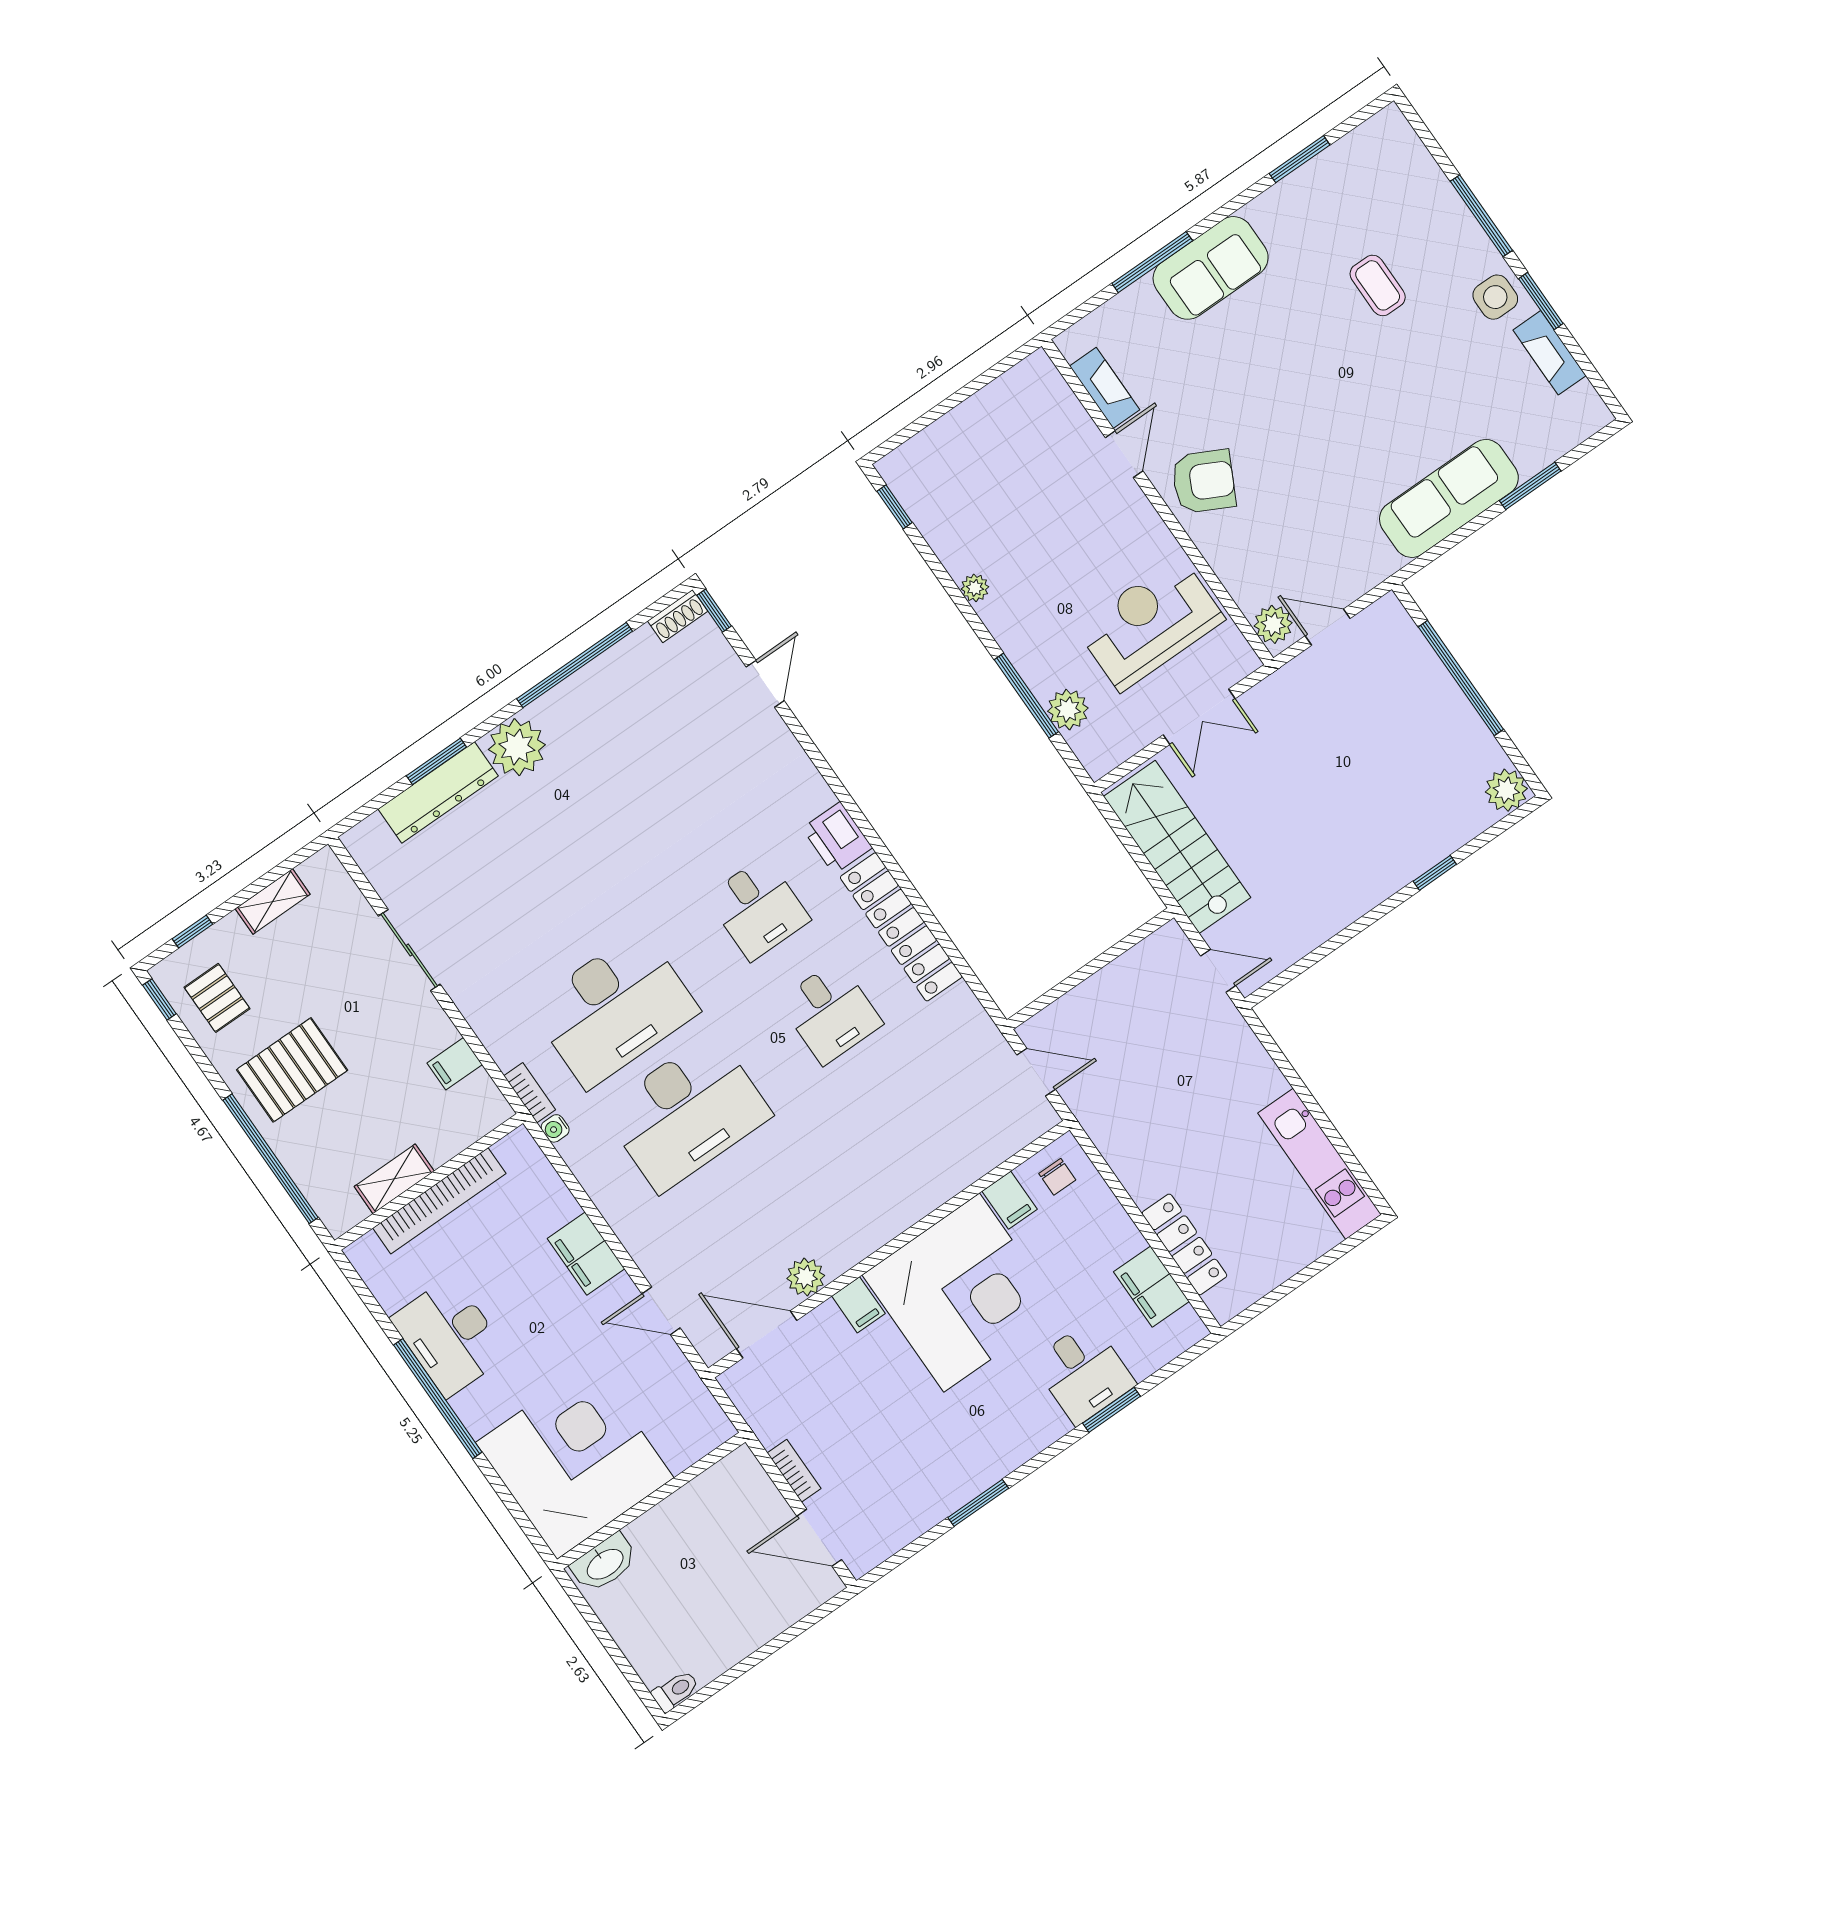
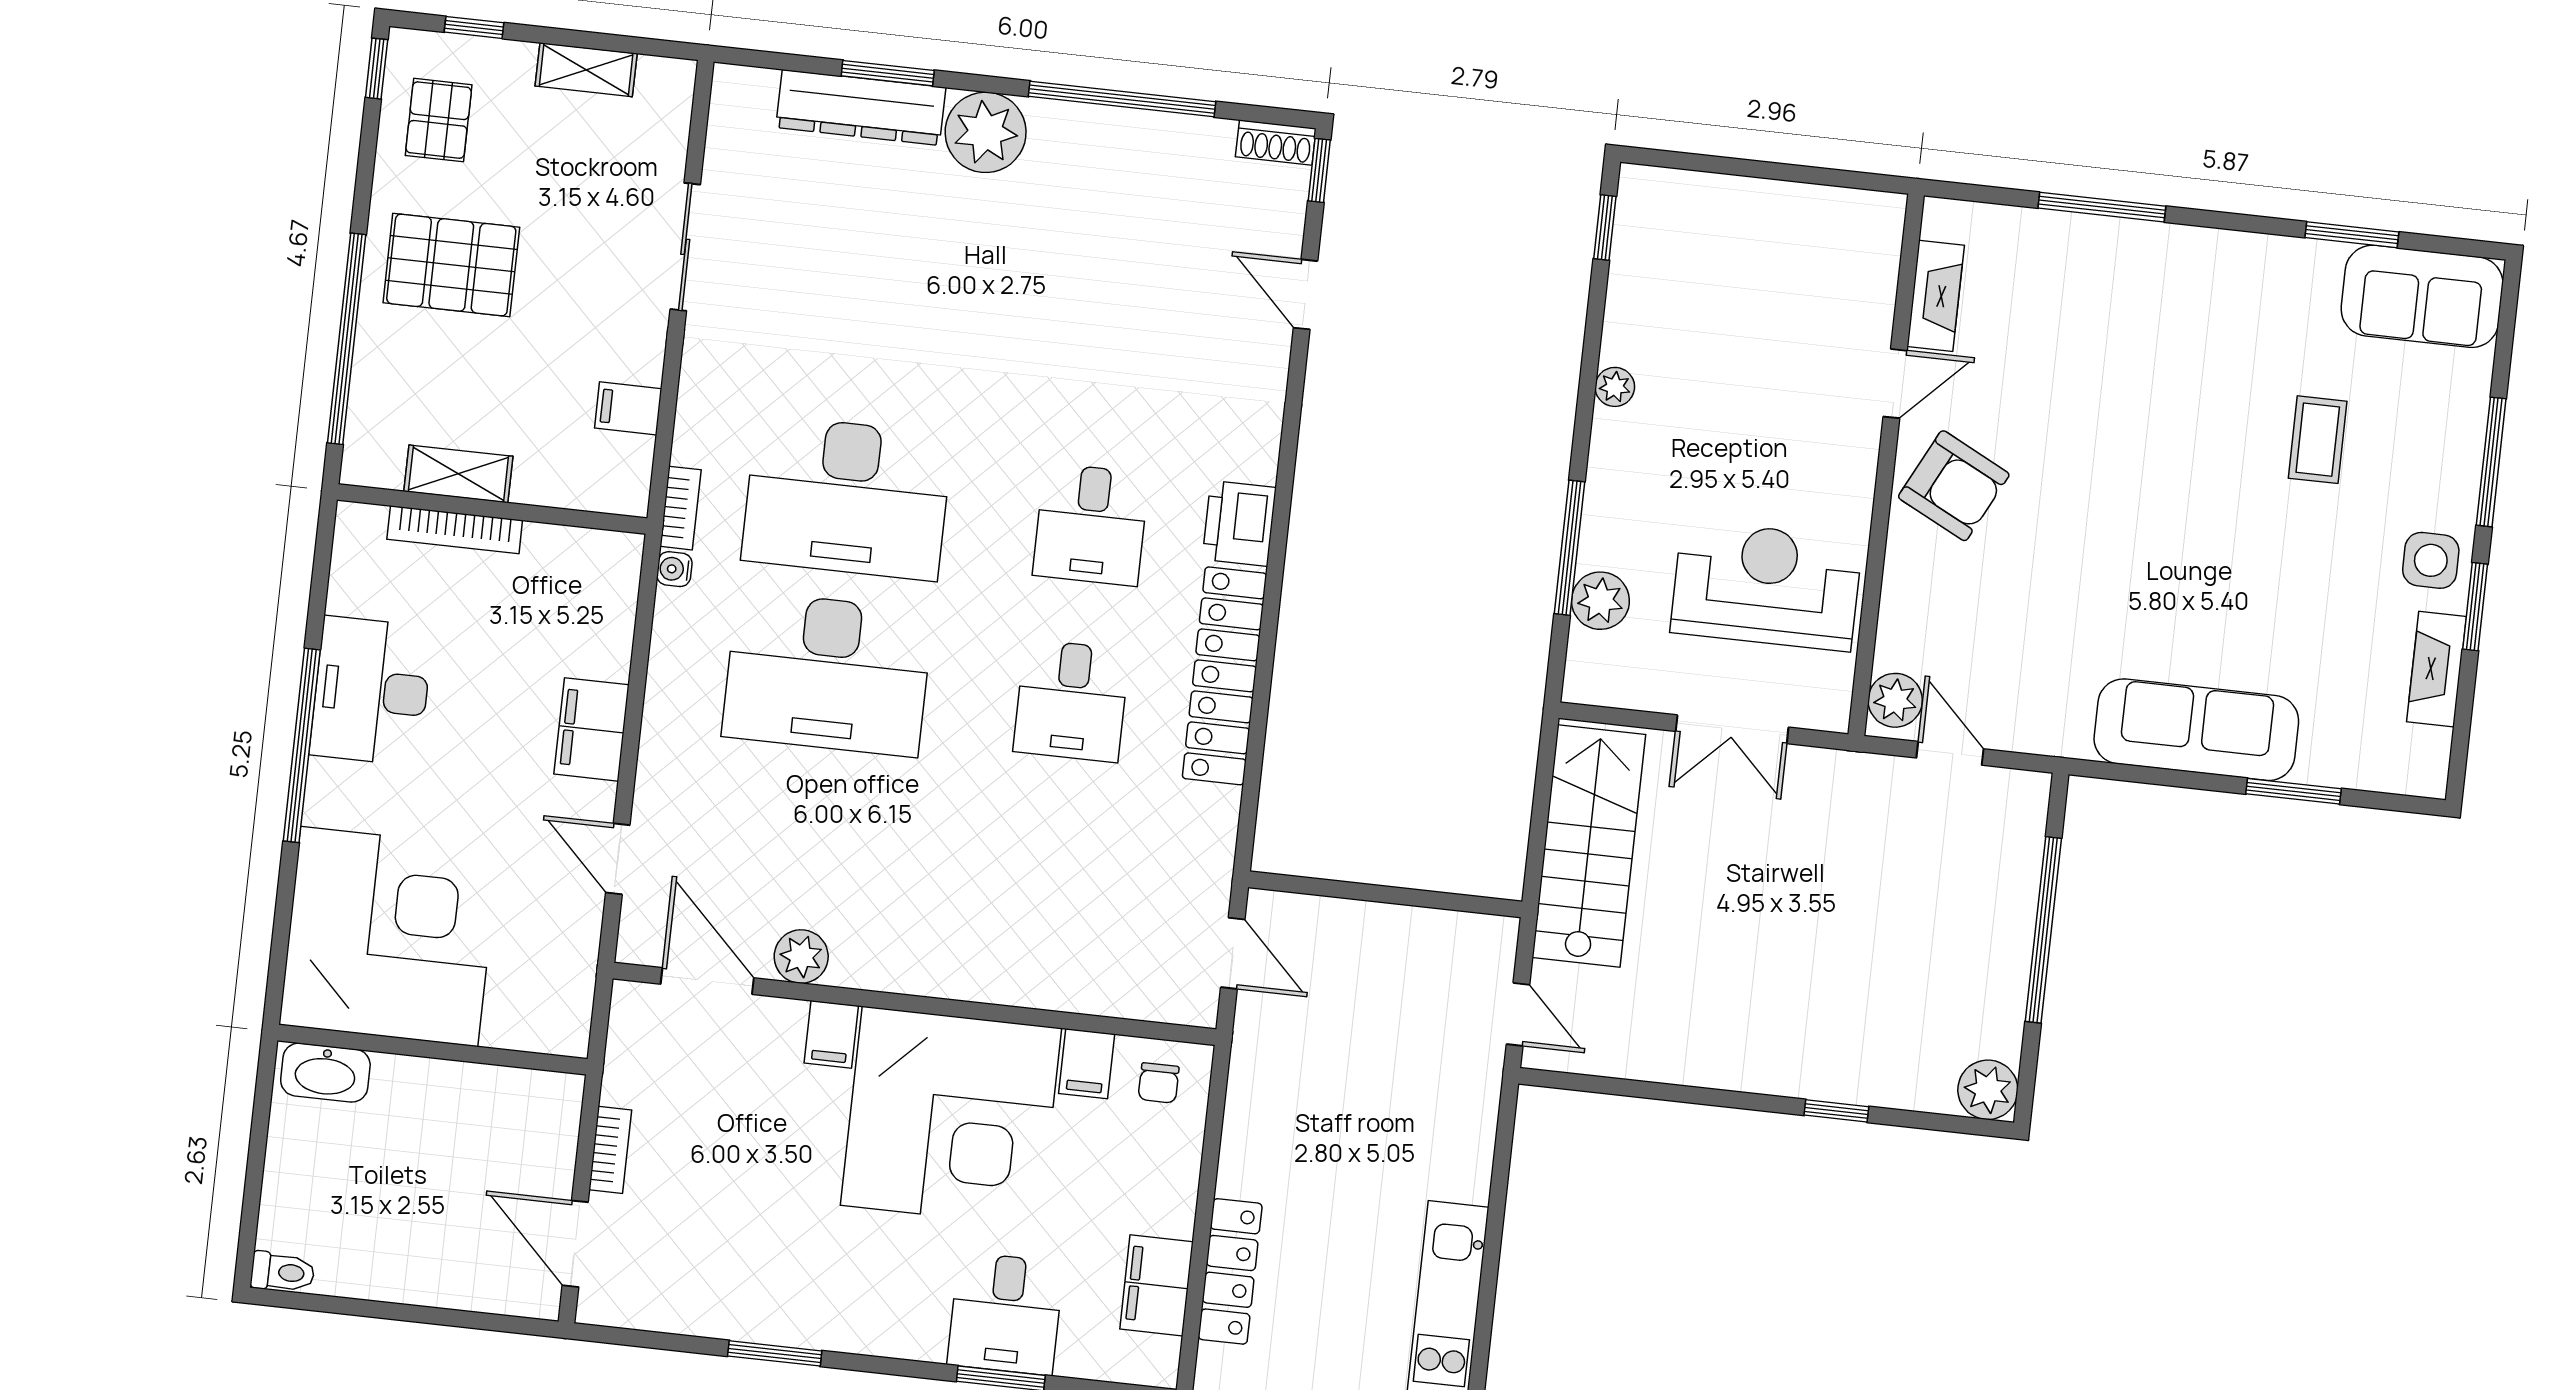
sofa: (1211, 268) -> (2422, 296), moved
door: (765, 684) -> (1306, 294), swing flipped
bookcase: (439, 1201) -> (455, 530), width x0.68, depth x0.76

